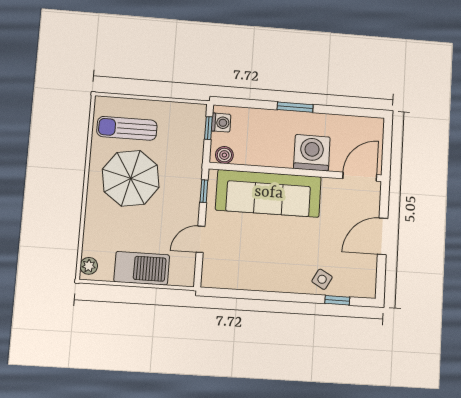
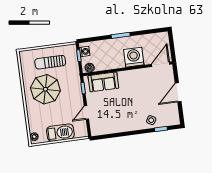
sun lounger: (127, 128) -> (50, 62), moved
sofa: (269, 193) -> (103, 82), width x0.54, depth x0.79

